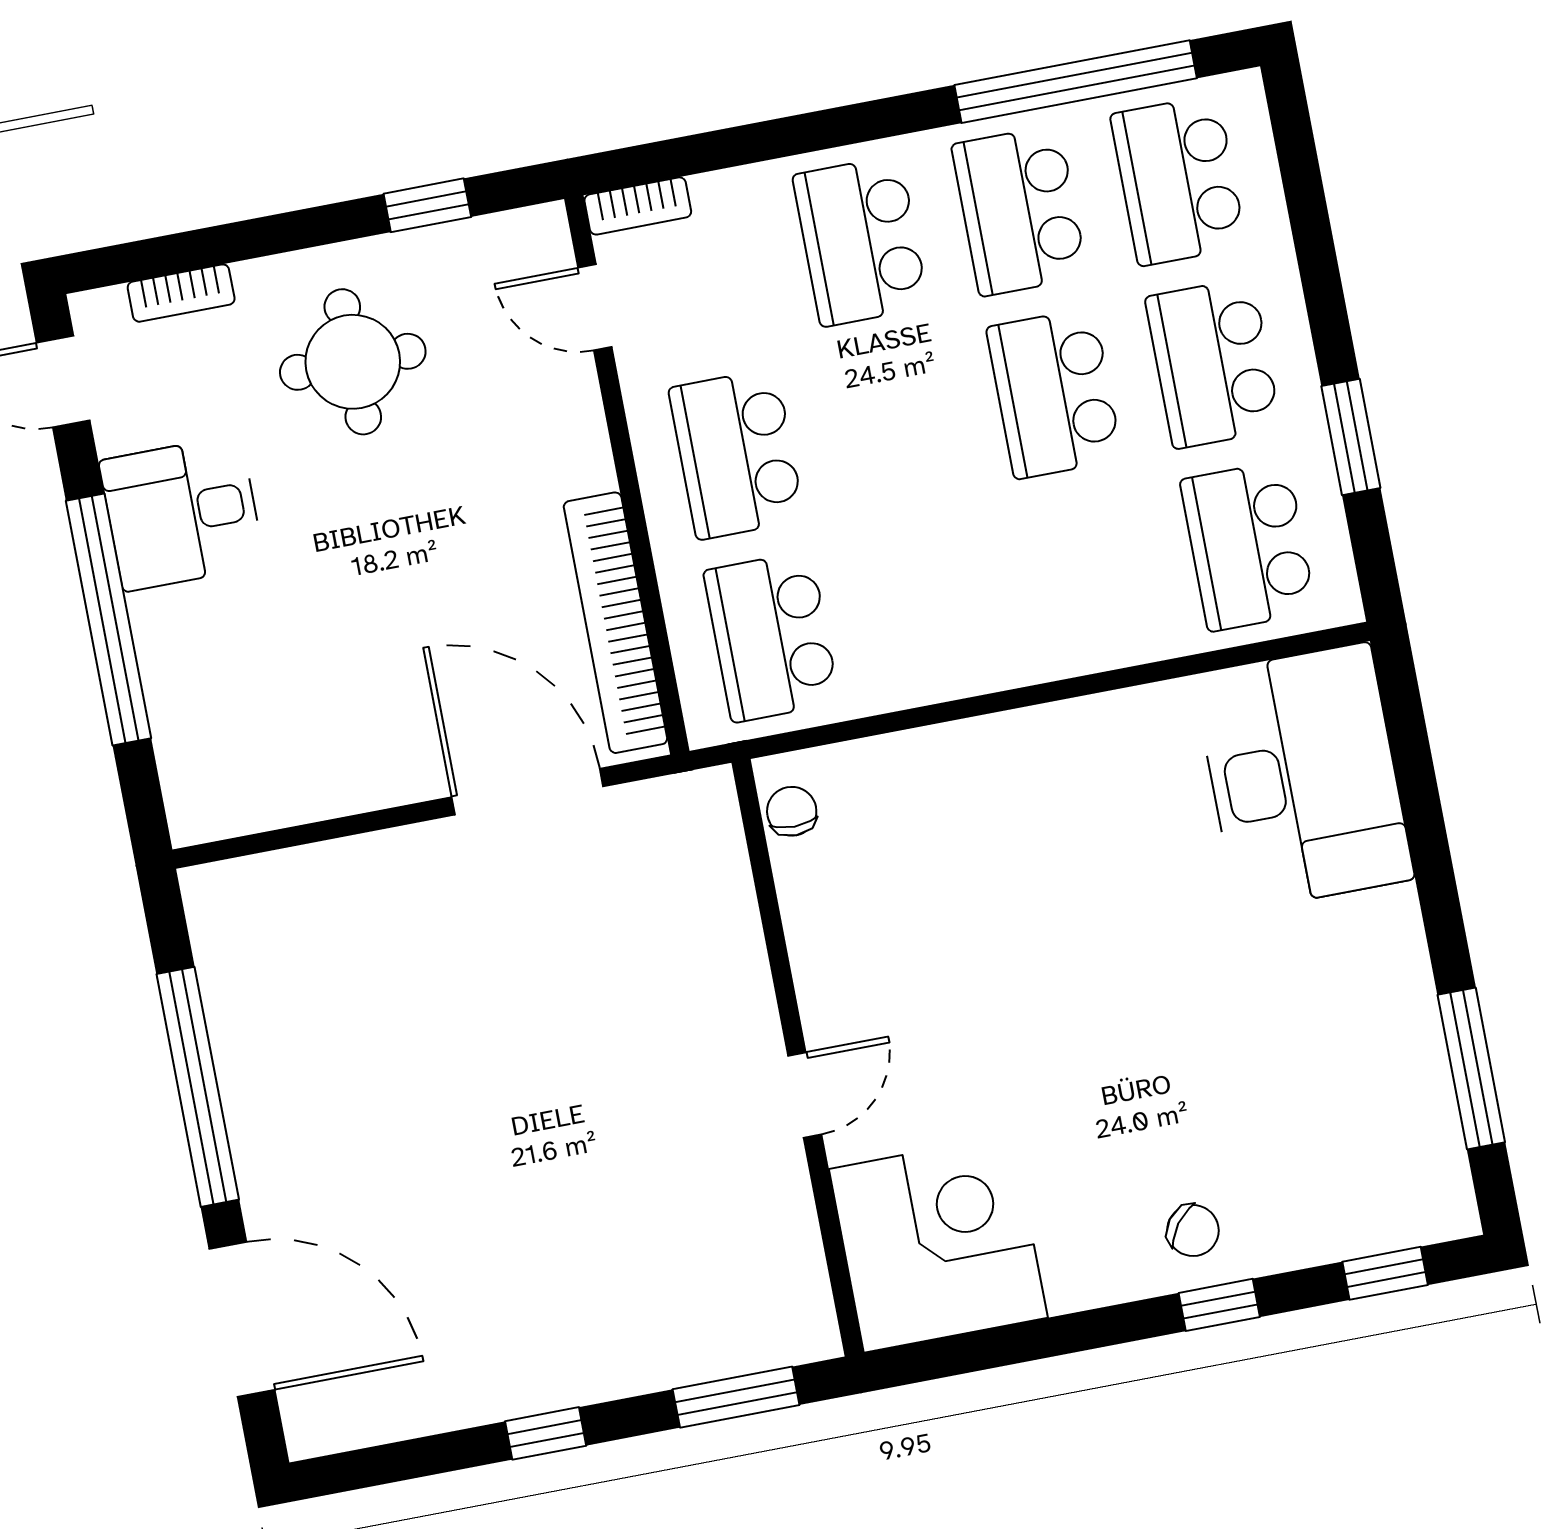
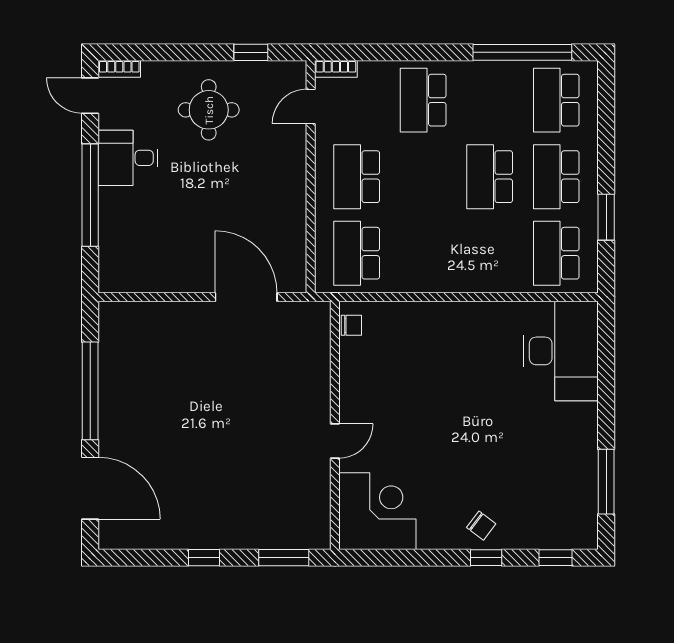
school desk: (1019, 211) -> (490, 100), removed
bookcase: (181, 293) -> (119, 69), moved
door: (595, 307) -> (311, 106), hinge flipped
bookcase: (615, 623) -> (295, 235), removed
chair: (792, 811) -> (351, 325), turned 90

